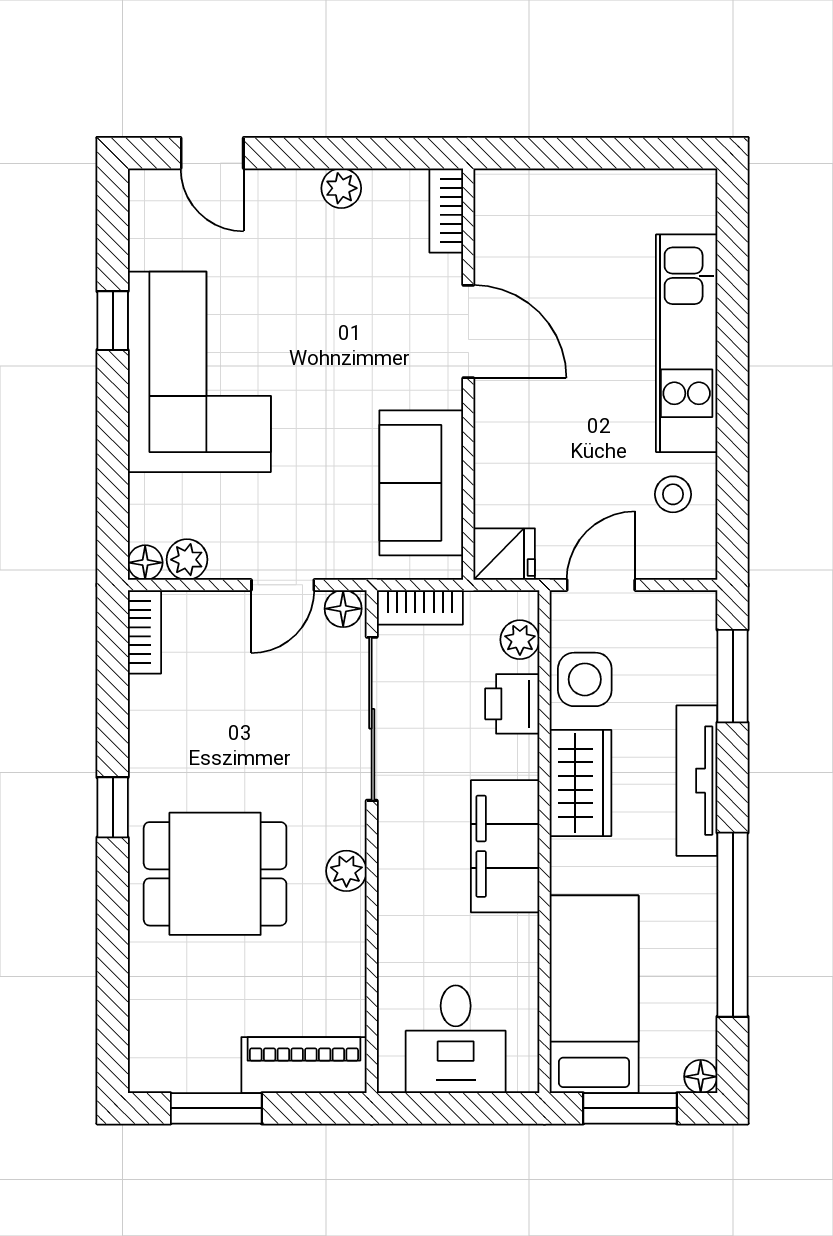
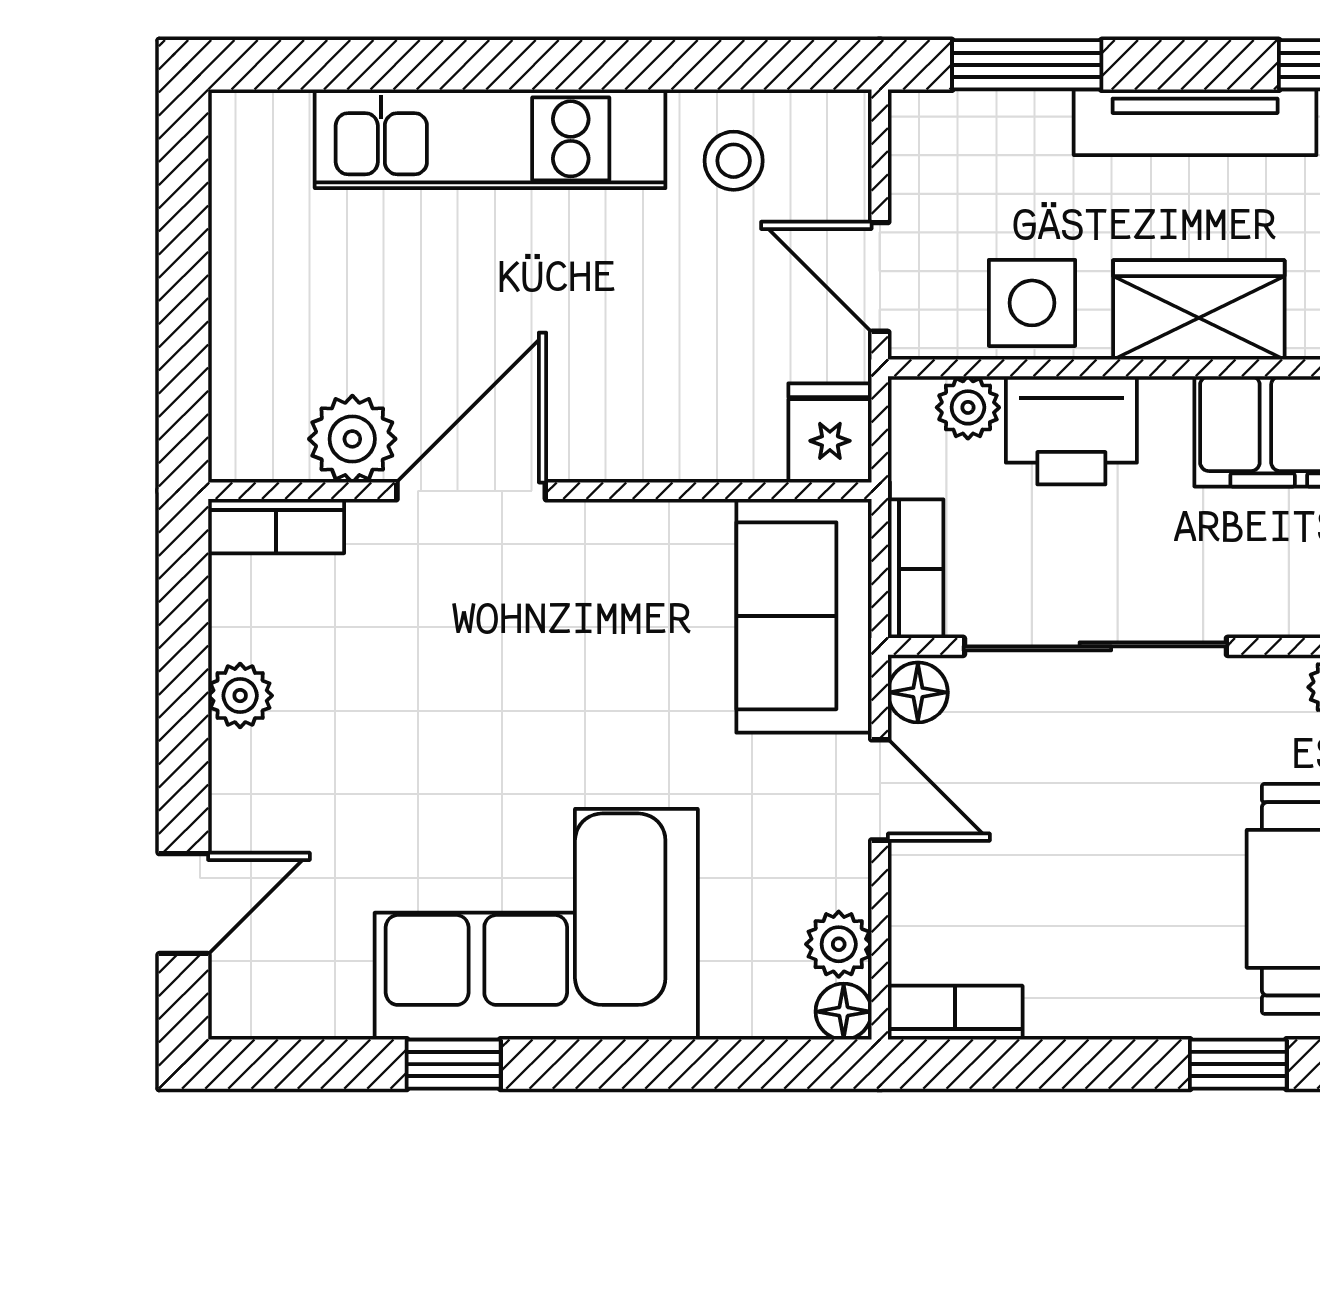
plant: (500, 258) -> (352, 439), added
sofa: (421, 483) -> (804, 616), moved, turned 90
printer: (512, 704) -> (1071, 430), width x1.36, depth x1.24

